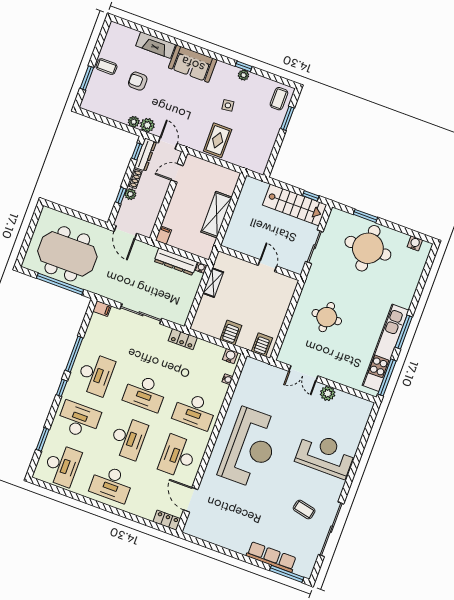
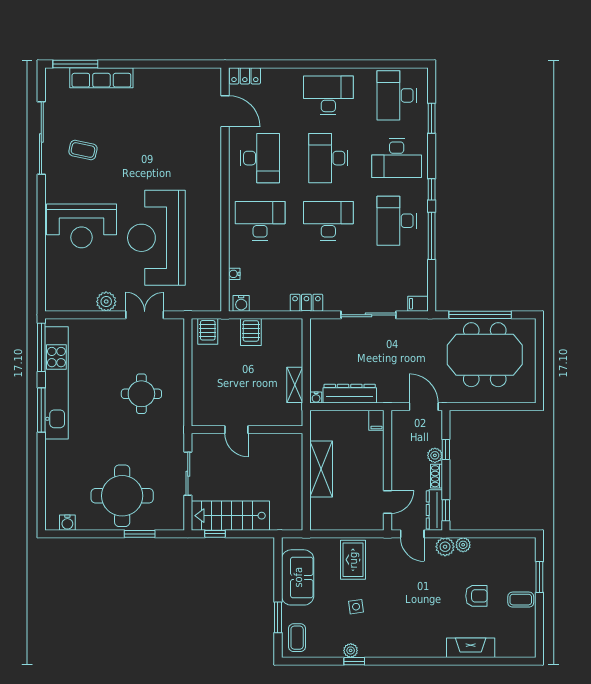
sofa: (193, 64) -> (298, 577), moved, turned 90
reception desk: (250, 448) -> (156, 238), moved

